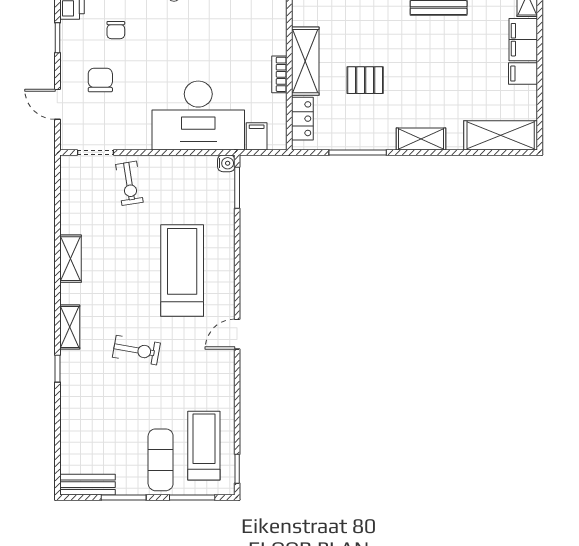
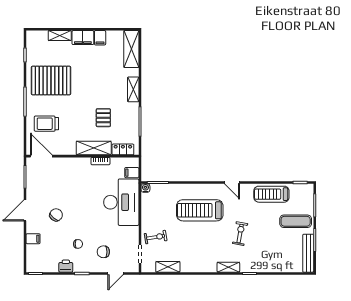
shelving: (70, 259) -> (168, 267), moved
treadmill: (204, 446) -> (271, 194), moved
bench: (87, 485) -> (308, 253), width x1.36

